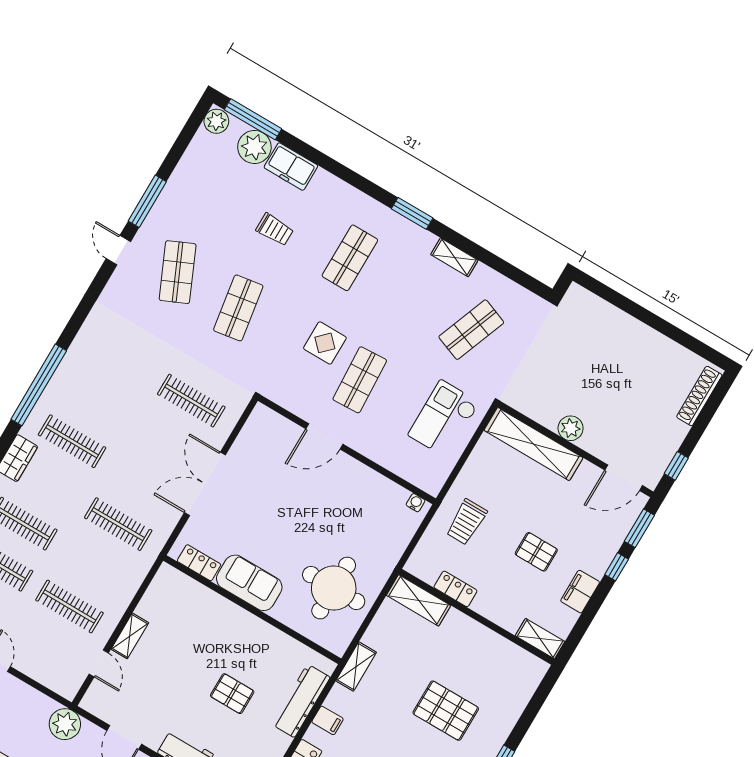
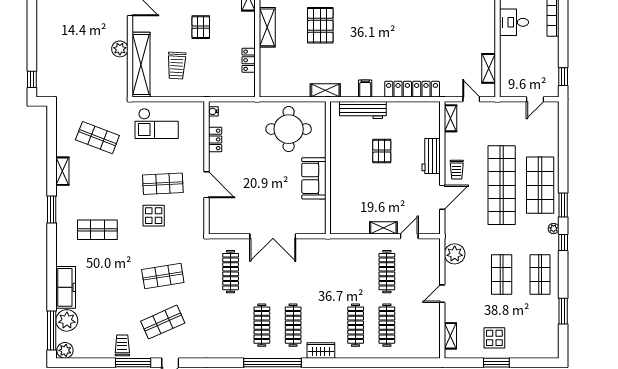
freezer: (291, 167) -> (66, 287), width x1.40
trolley: (275, 230) -> (122, 345), moved
window: (599, 289) -> (32, 79), added
trolley: (466, 522) -> (177, 66), moved, turned 93
clothes rail: (118, 524) -> (262, 325), moved
locker: (199, 563) -> (215, 139), moved, turned 180
shelving: (419, 600) -> (267, 27), moved
plant: (65, 724) -> (455, 254), moved

